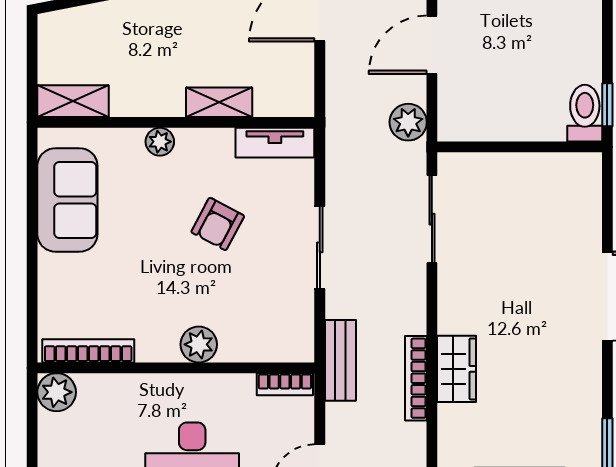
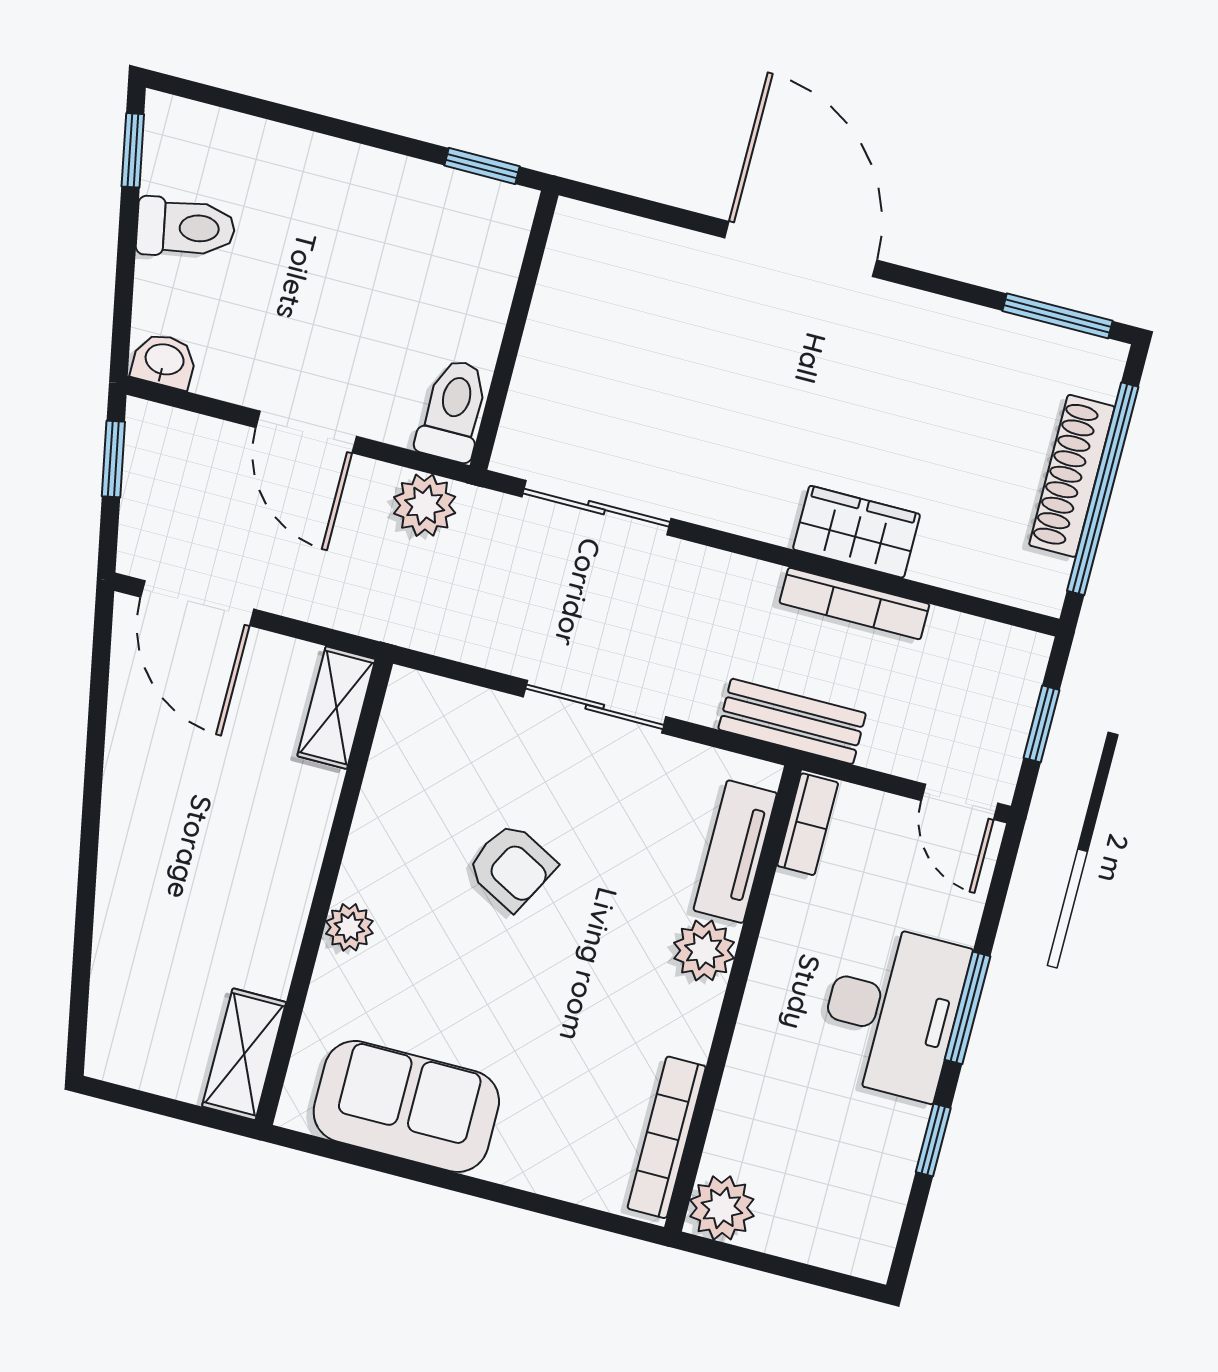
shelving: (219, 102) -> (336, 708), moved
toilet: (585, 113) -> (453, 410), moved, turned 90
tv unit: (275, 143) -> (735, 852), moved, turned 180

